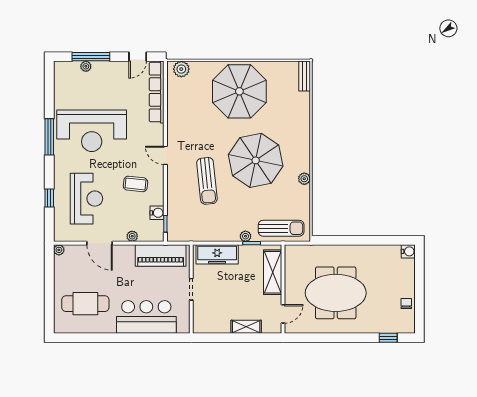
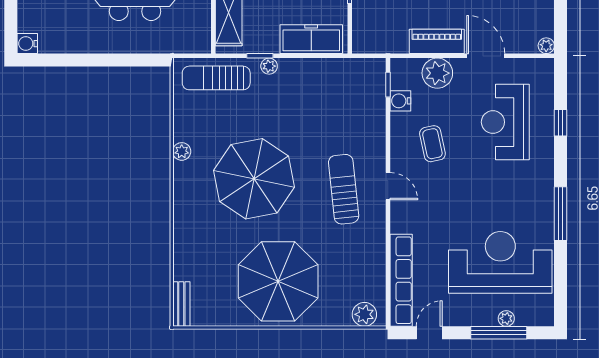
reception desk: (92, 131) -> (500, 262), moved
sun lounger: (207, 181) -> (344, 189), moved
coffee table: (135, 184) -> (432, 144), turned 72
plant: (132, 236) -> (437, 73), width x1.87, depth x1.87
piano: (161, 256) -> (437, 41), moved, width x0.73, depth x0.75

